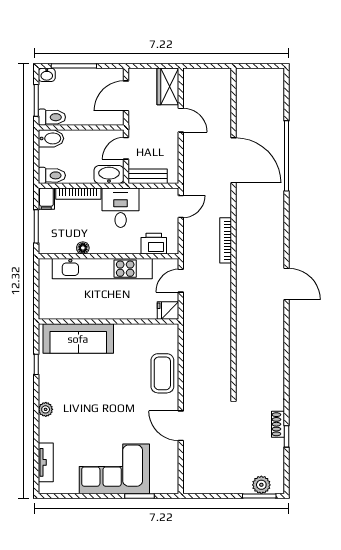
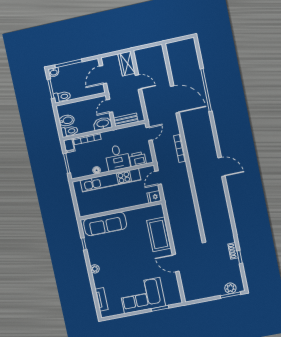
bidet: (51, 138) -> (67, 121), moved
desk: (121, 208) -> (117, 158), moved, turned 180
coffee table: (162, 373) -> (159, 234), width x1.36, depth x1.32

